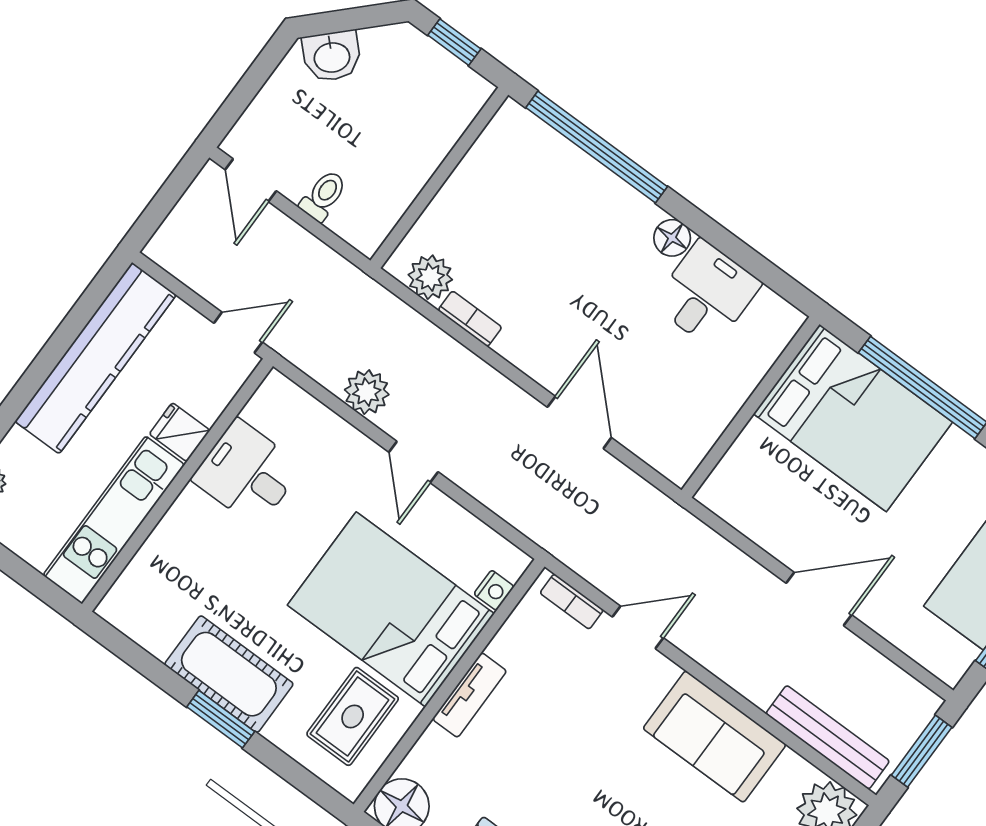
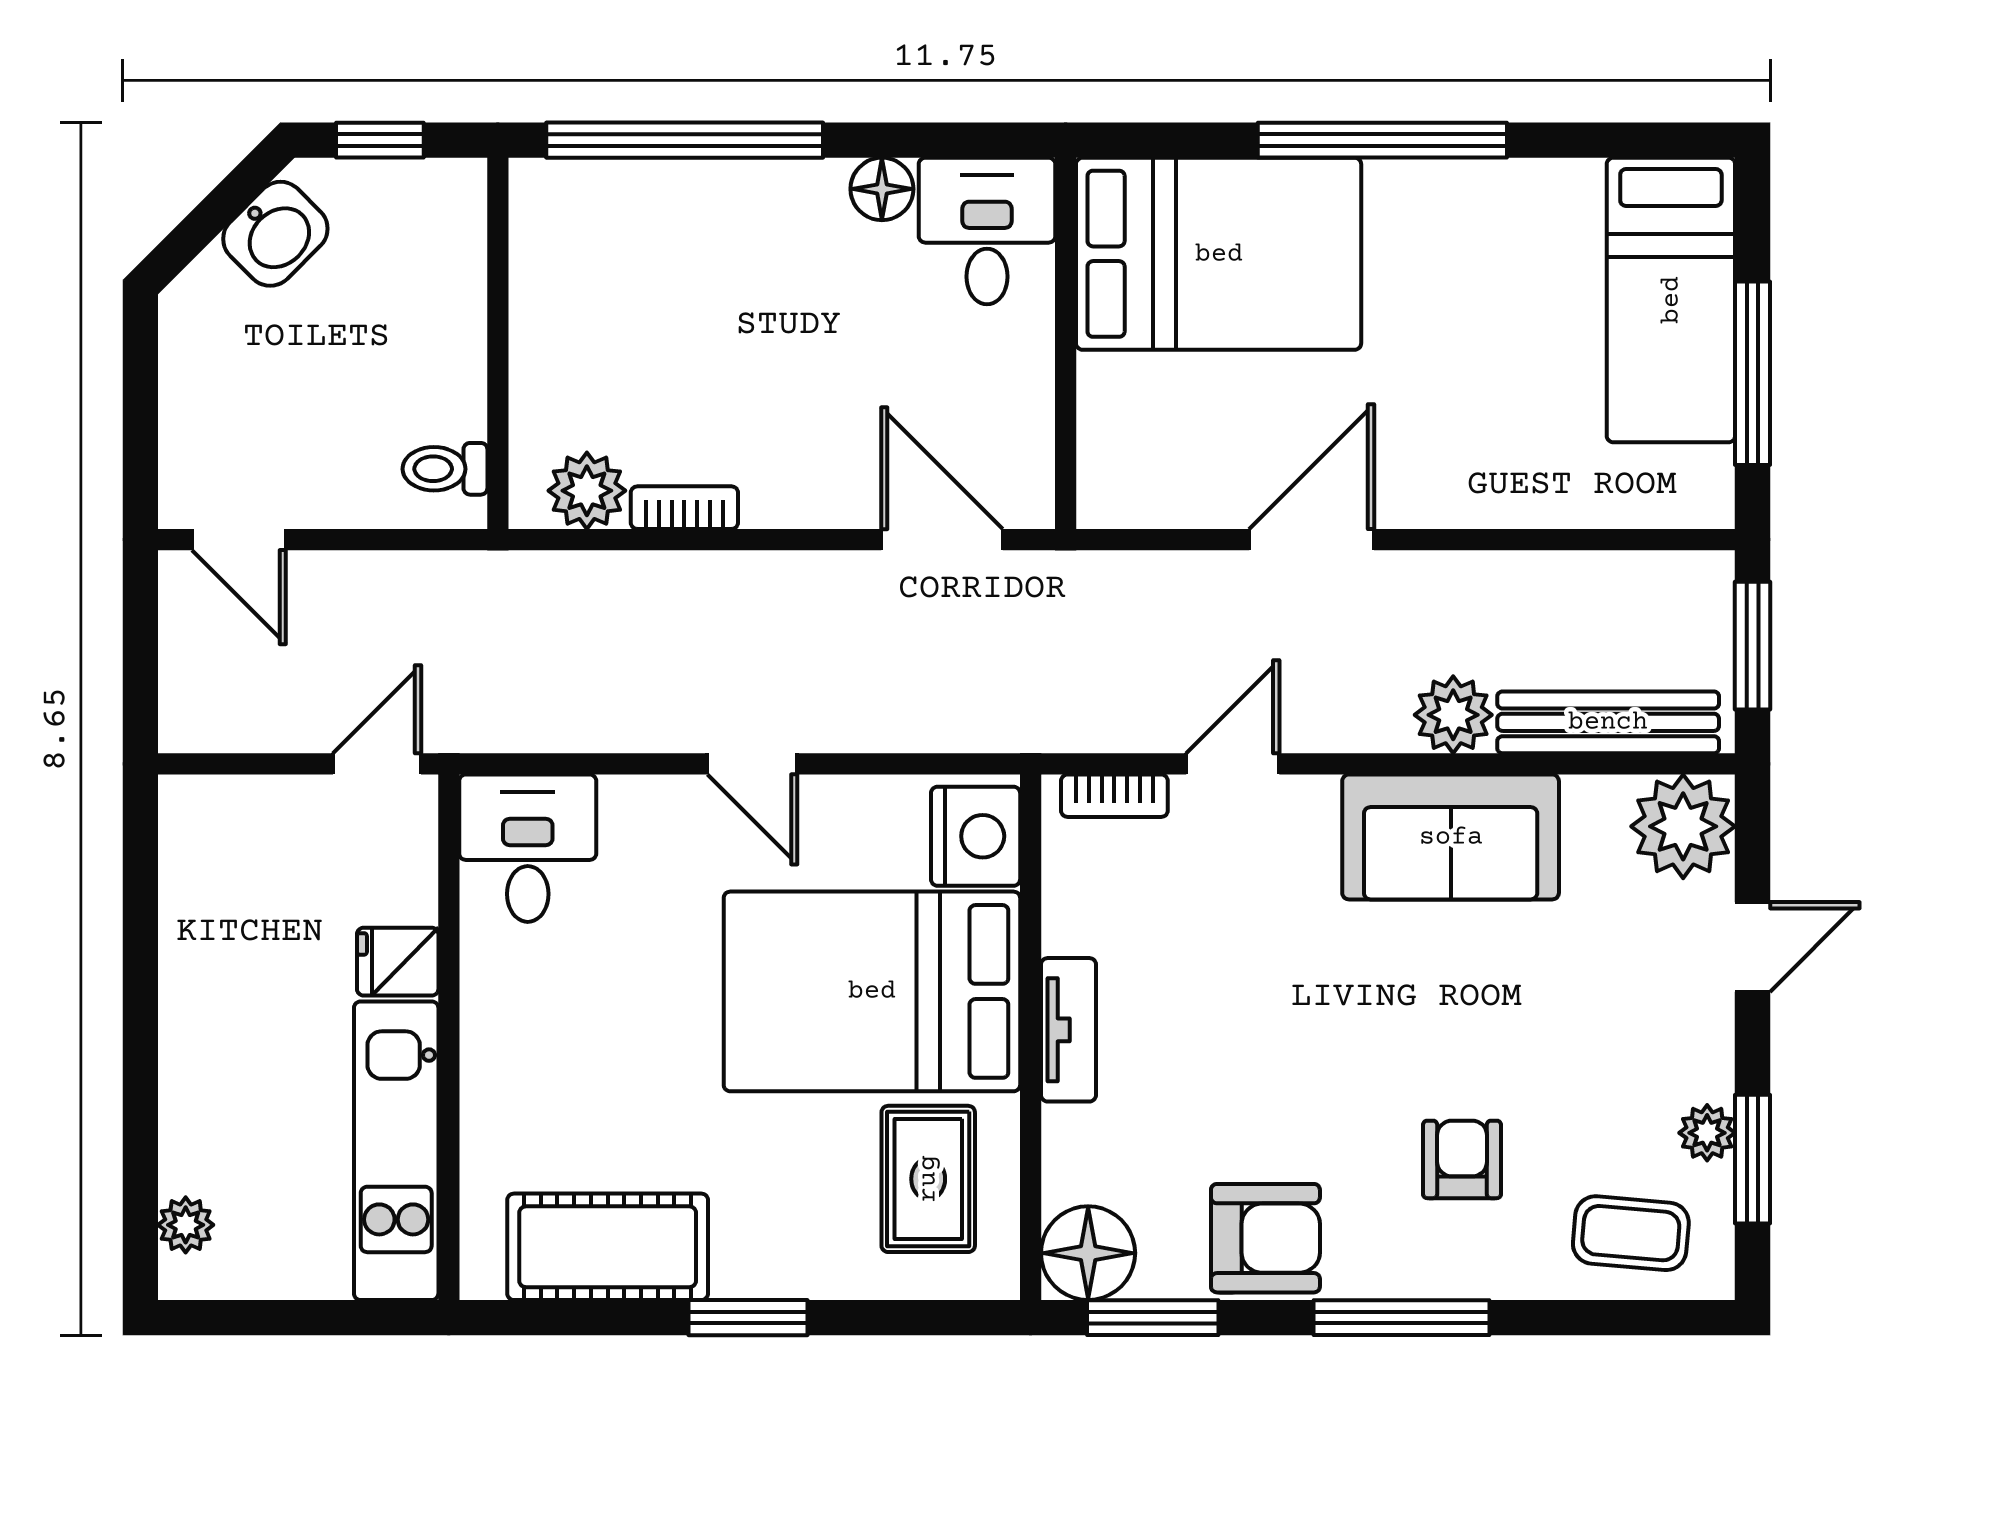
washbasin: (332, 56) -> (275, 234), moved
toilet: (323, 196) -> (445, 469), moved, turned -90
kitchen counter: (96, 358) -> (206, 945), removed
plant: (367, 392) -> (1453, 715), moved
wall: (751, 407) -> (1066, 343), moved
bed: (853, 418) -> (1219, 254), moved
desk: (247, 473) -> (528, 848), moved, turned 90
nightstand: (494, 590) -> (976, 836), width x1.89, depth x1.79
door: (819, 599) -> (1312, 540), moved
cot: (229, 674) -> (608, 1247), moved

